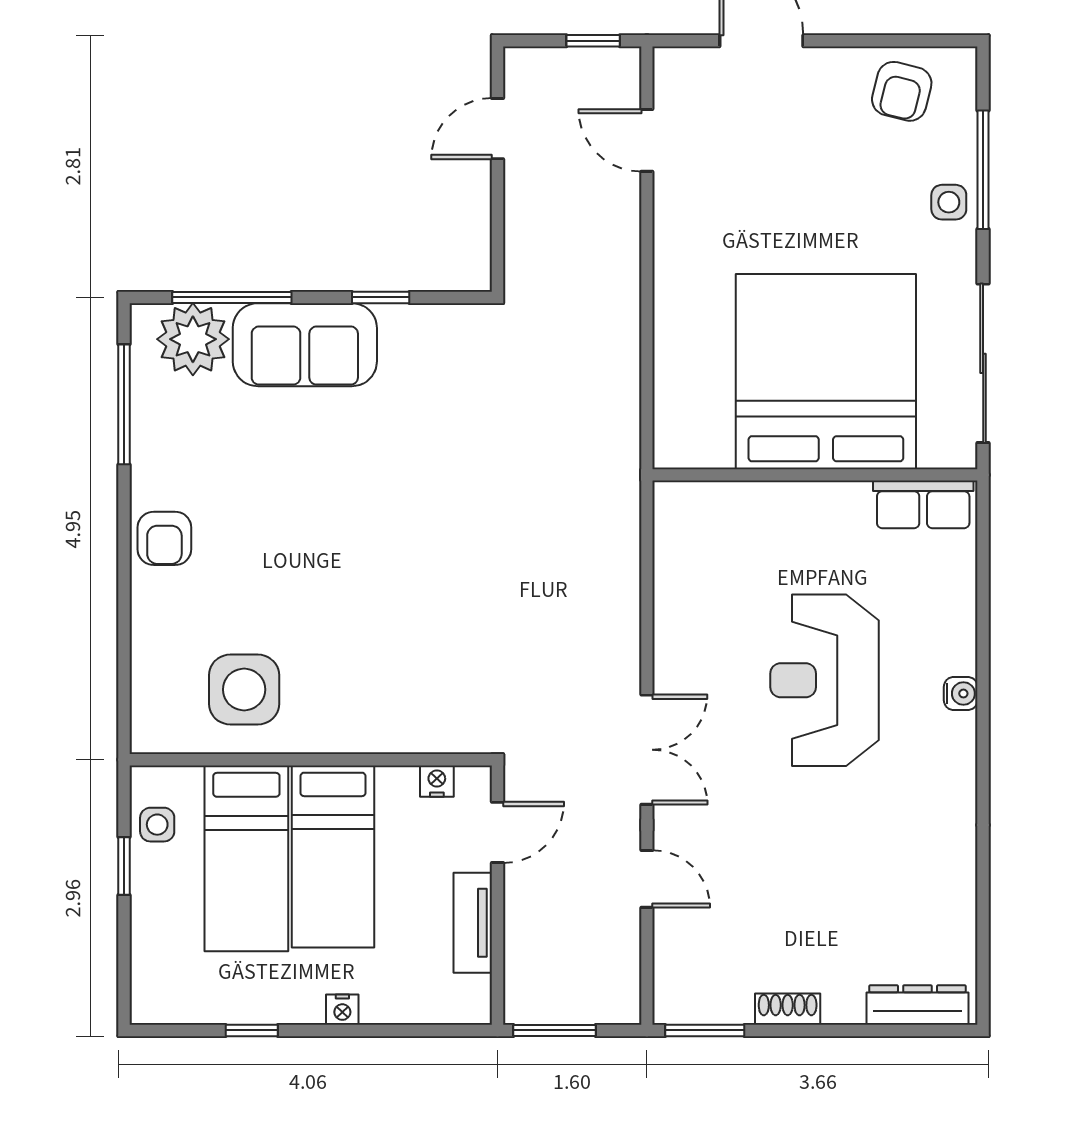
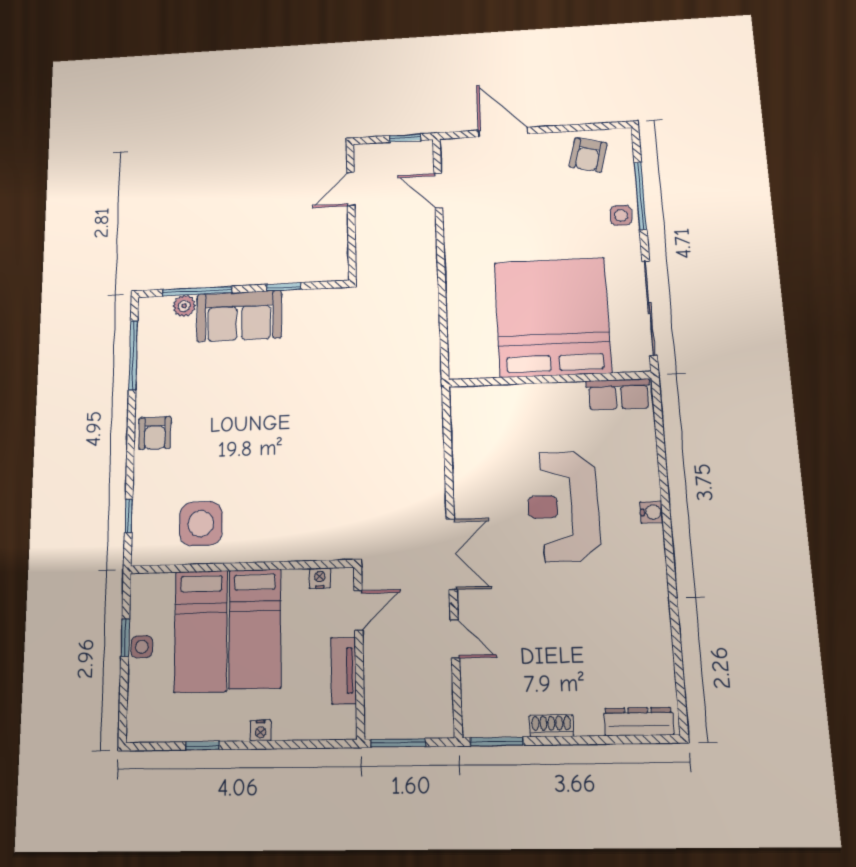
plant: (193, 339) -> (184, 306), width x0.53, depth x0.53
window: (124, 673) -> (129, 516), added
side table: (157, 825) -> (142, 647), moved

